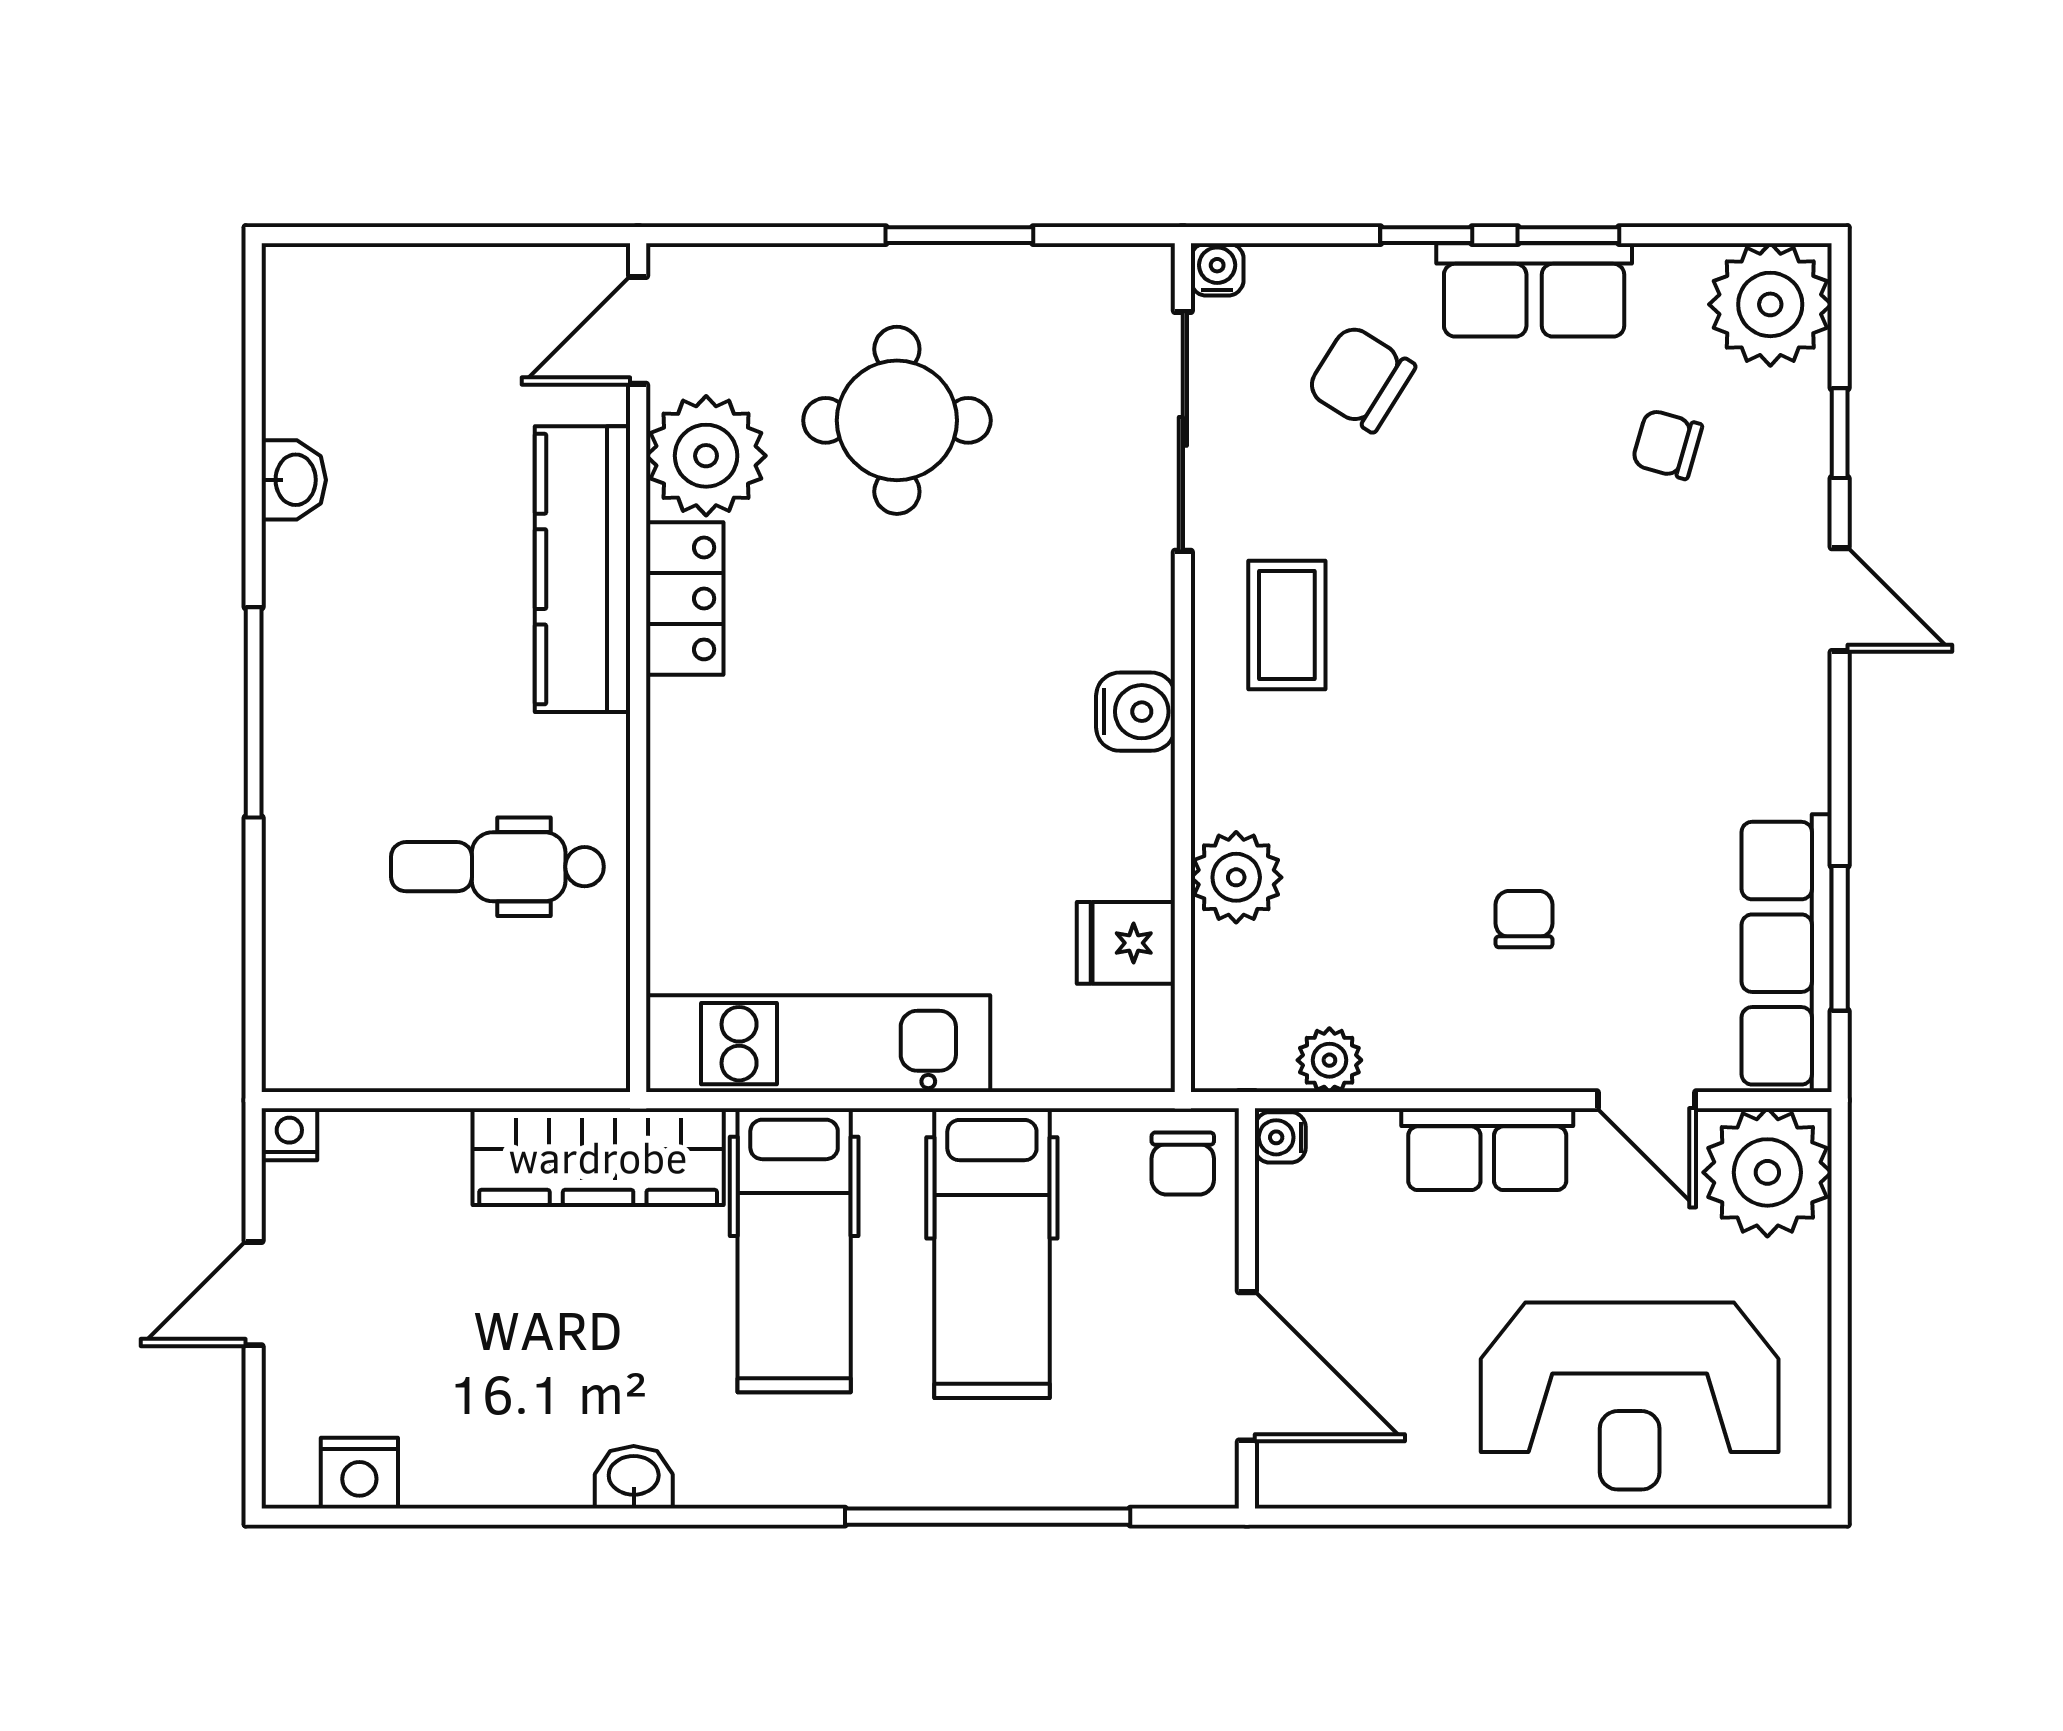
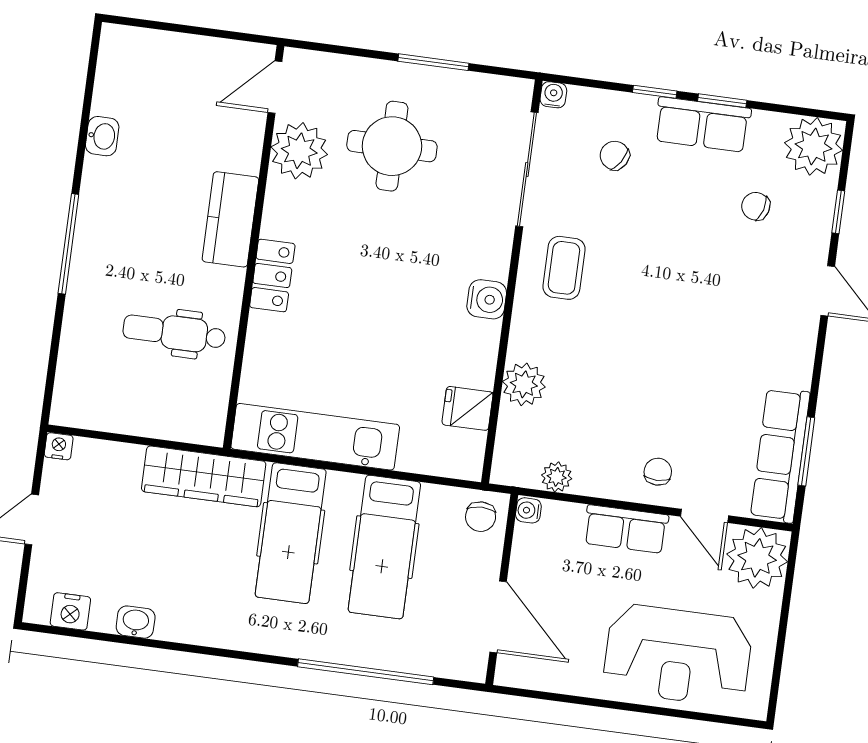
chair: (1361, 378) -> (615, 155), width x0.73, depth x0.73
kitchen counter: (582, 569) -> (230, 219), width x0.67
locker: (685, 598) -> (272, 275), moved
chair: (1524, 919) -> (658, 472), moved
washbasin: (634, 1477) -> (136, 622), moved

